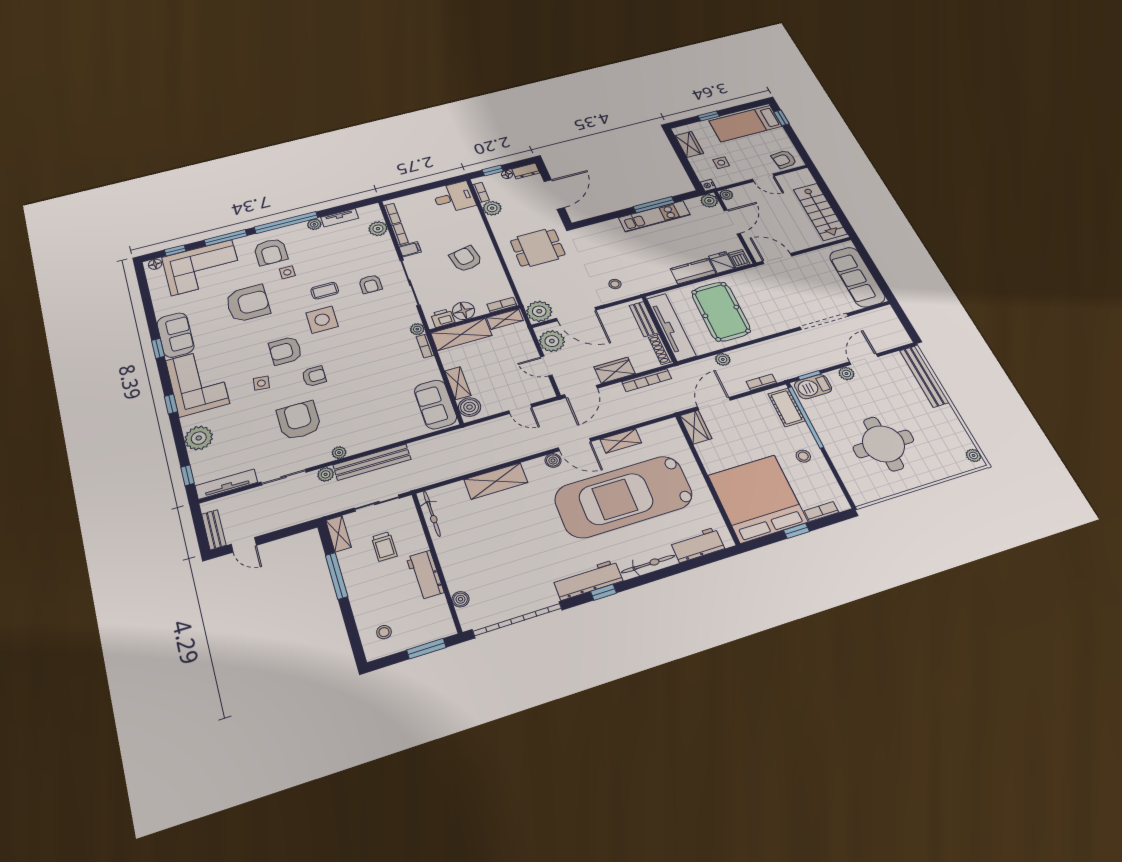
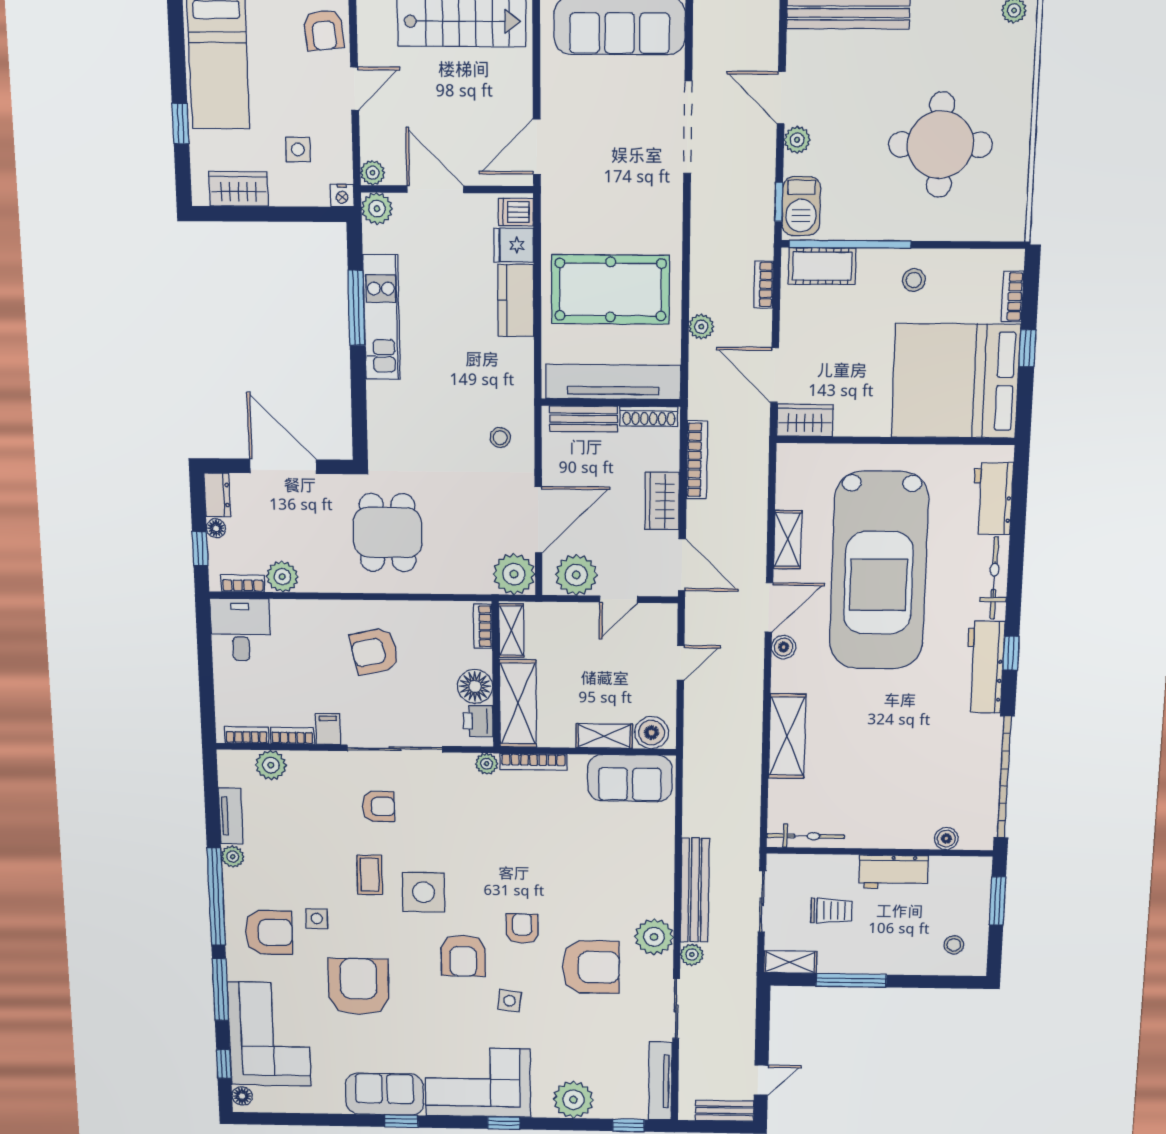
bookcase: (425, 346) -> (534, 762), width x1.56
armchair: (299, 420) -> (591, 967), turned 180
plant: (339, 453) -> (654, 937), width x1.88, depth x1.88

